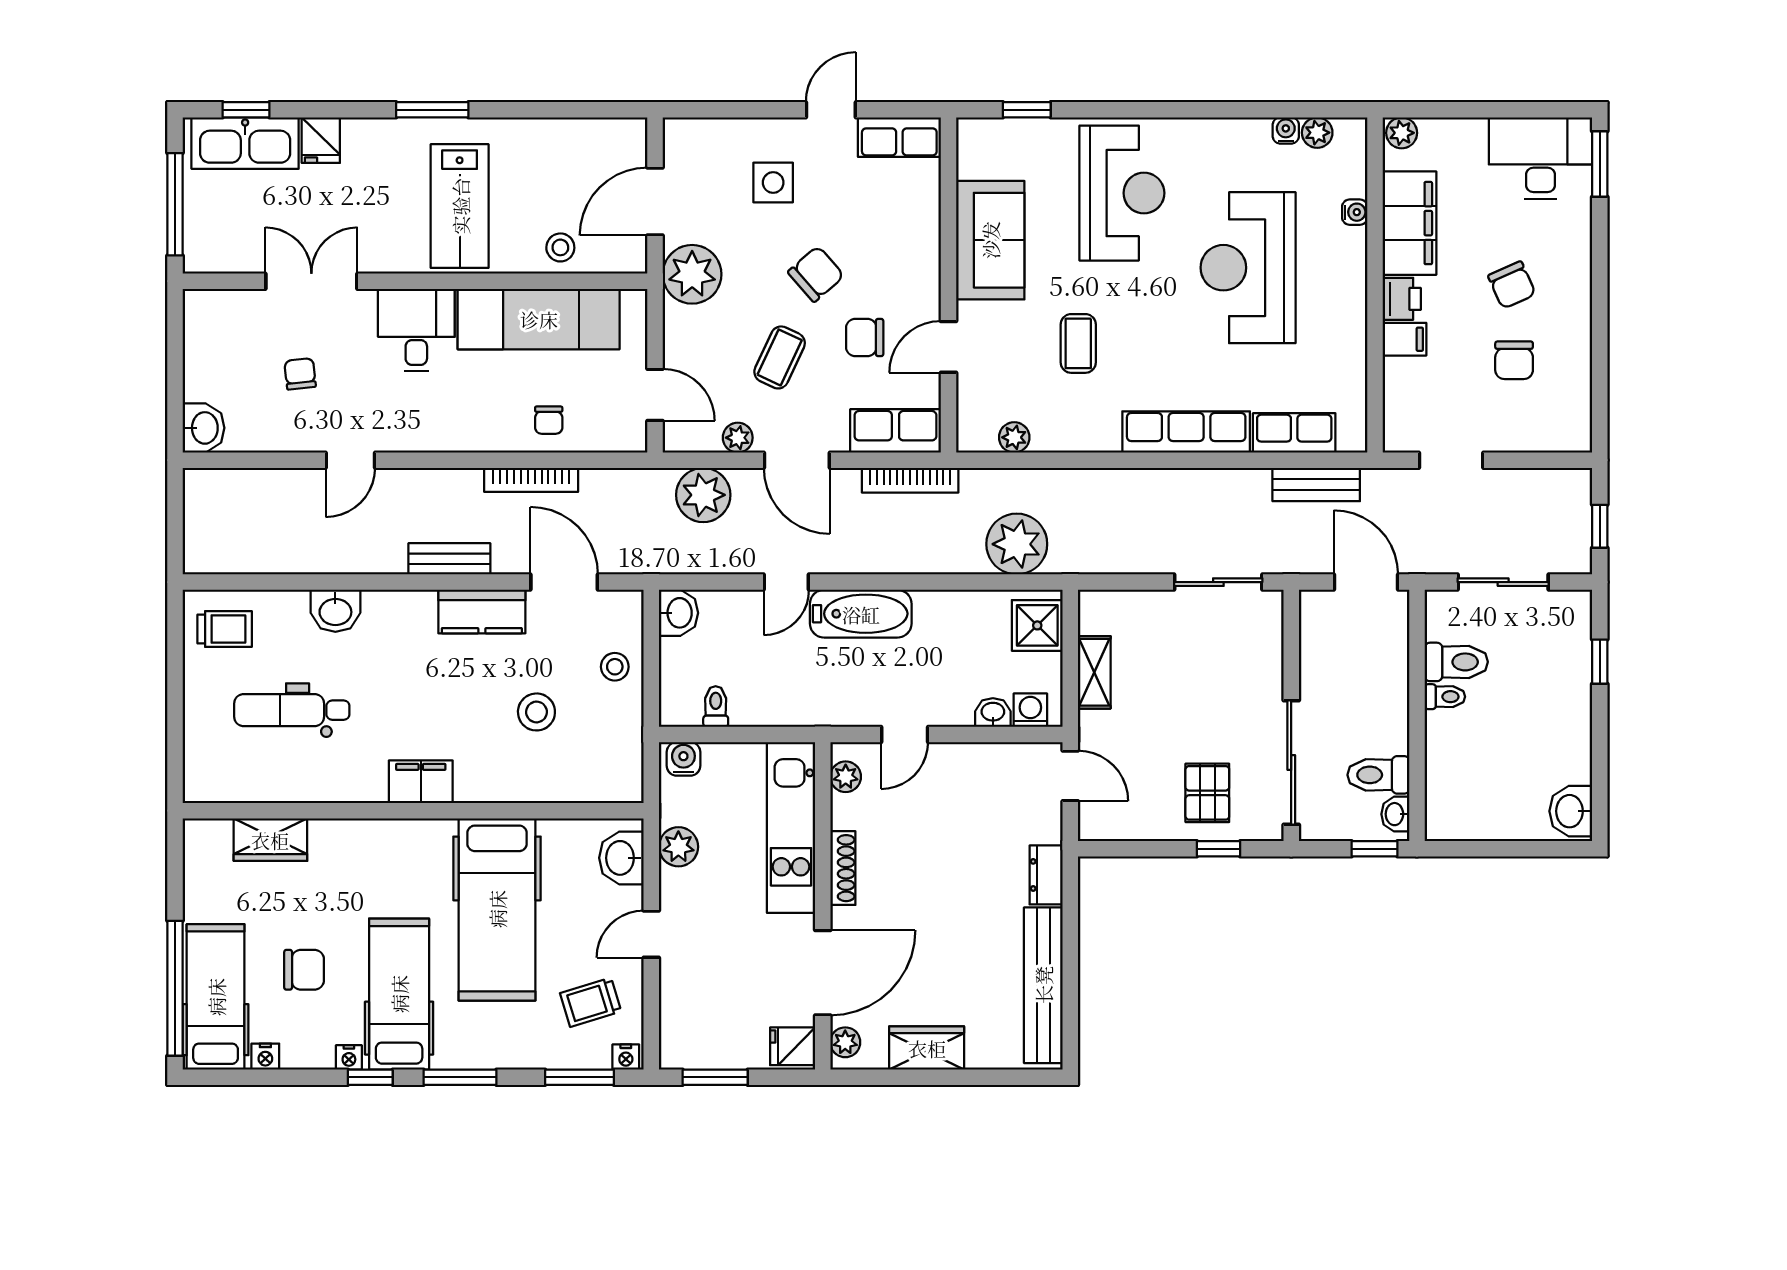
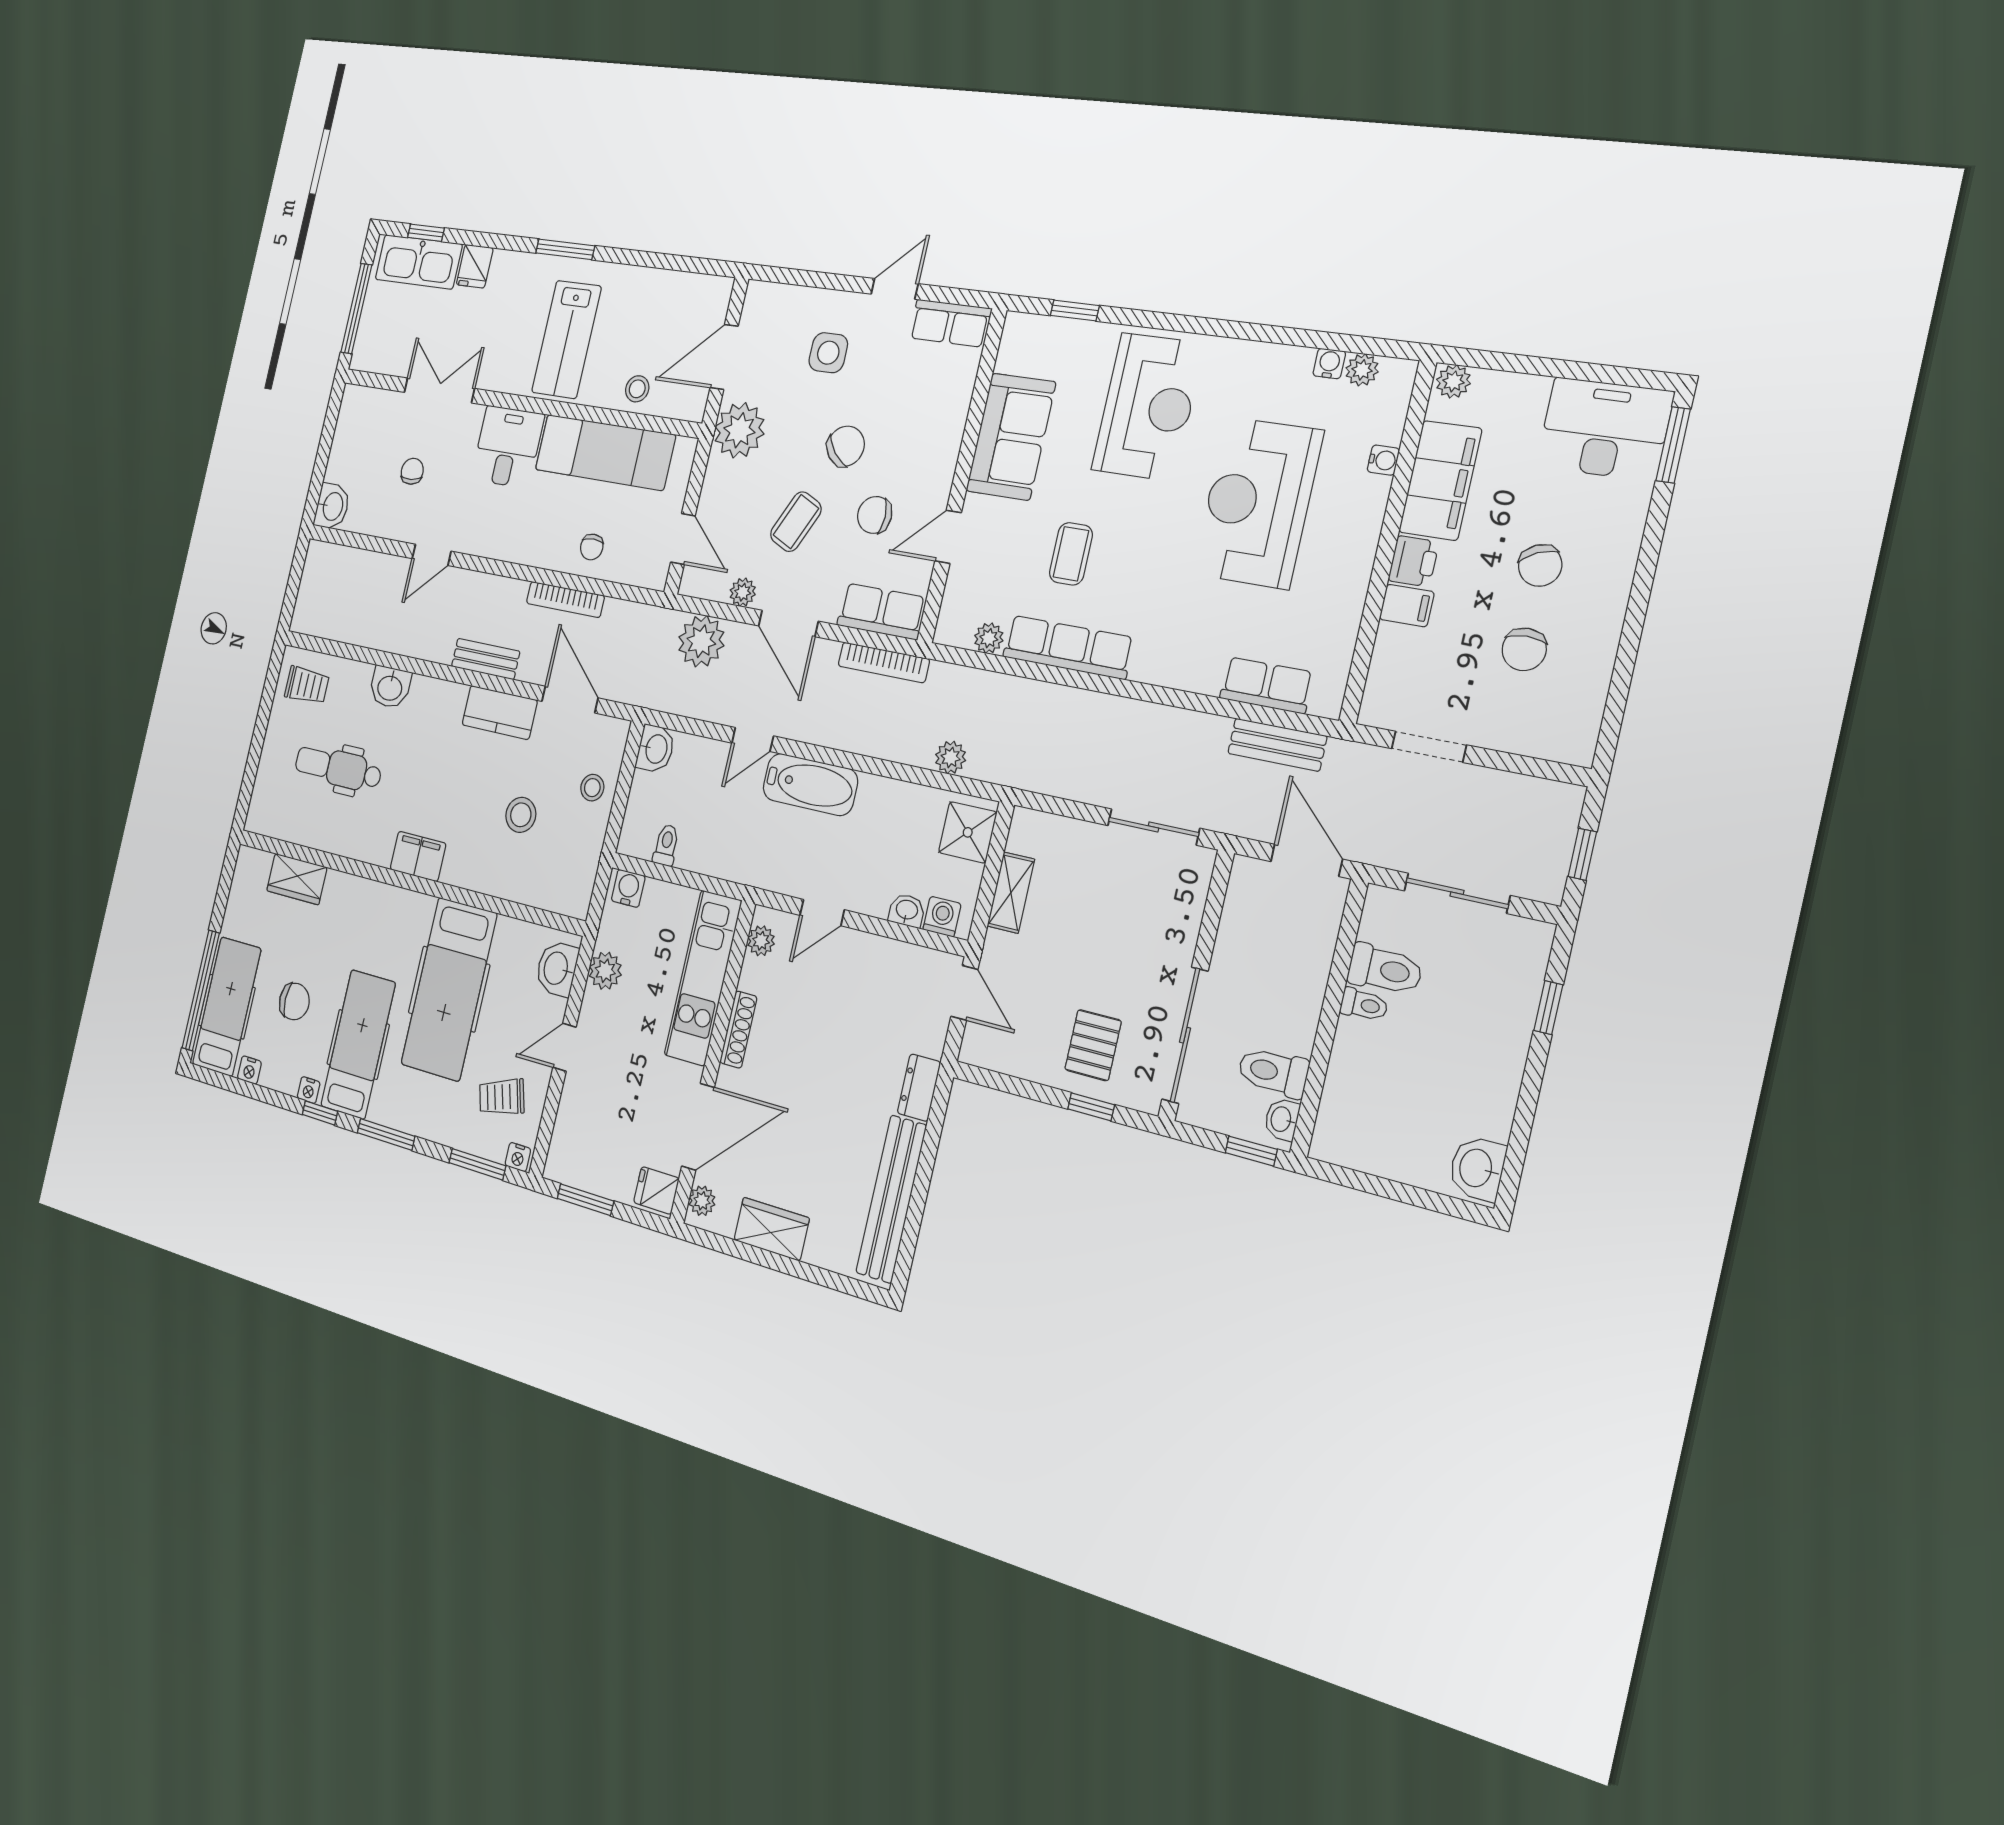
row of seats: (1186, 432) -> (1068, 647), moved
plant: (1017, 544) -> (951, 757), width x0.53, depth x0.53

